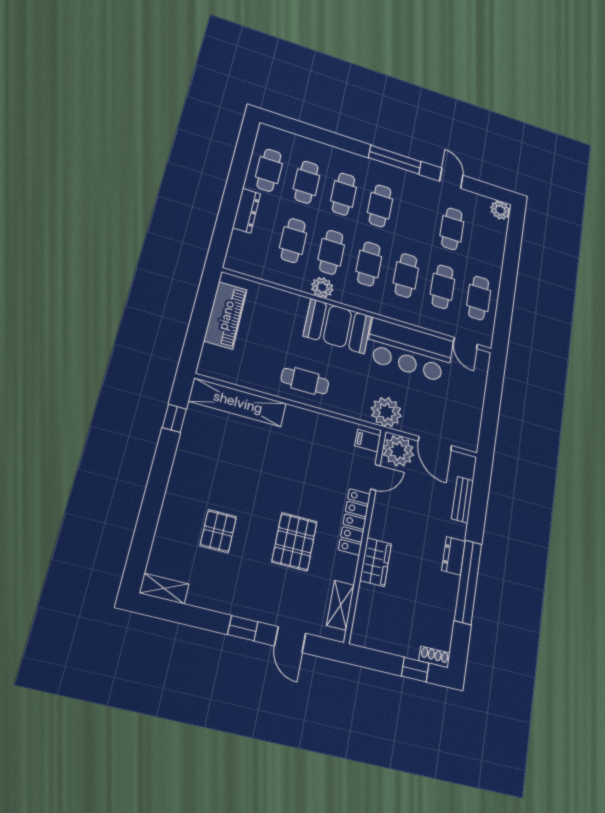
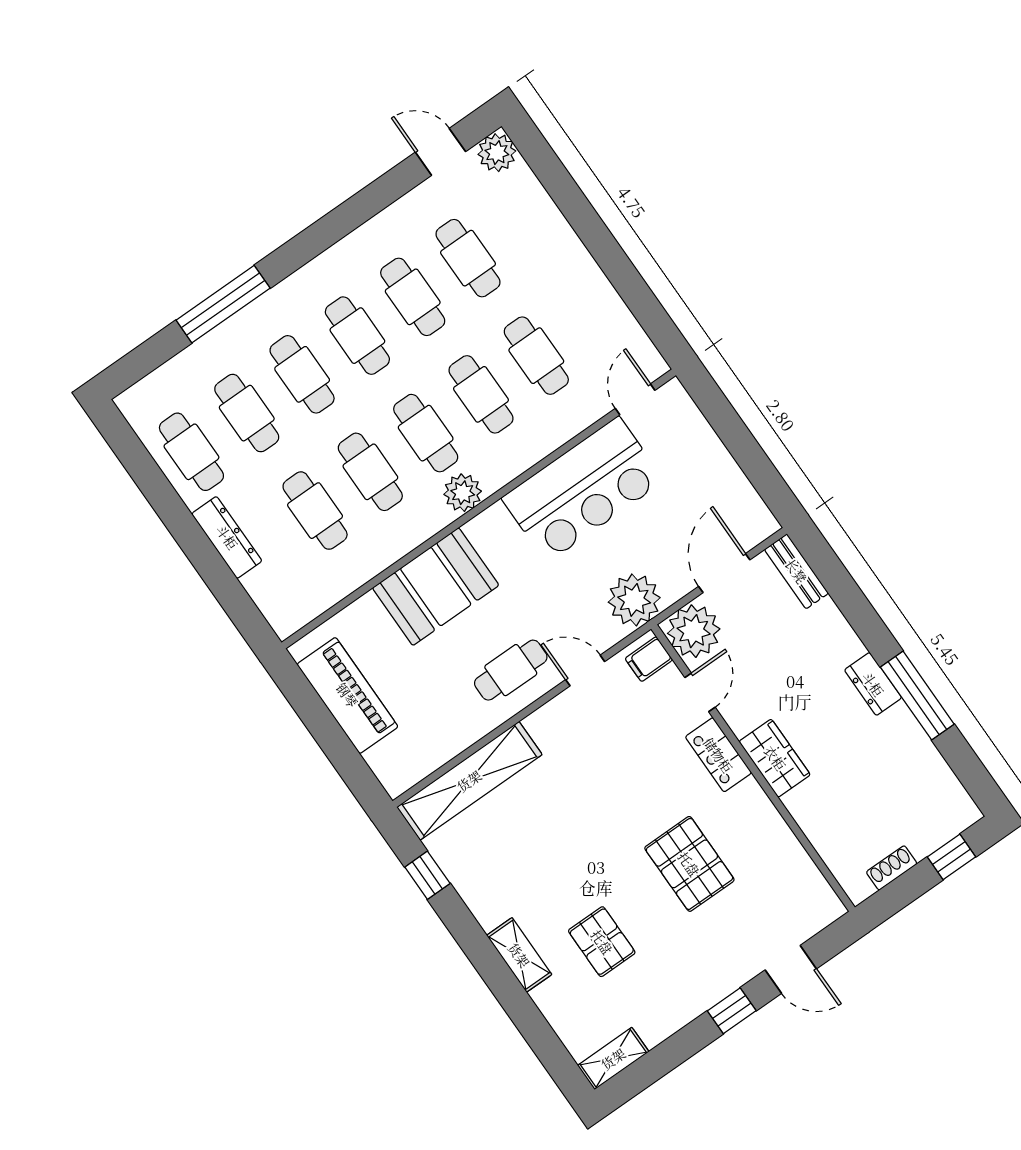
window: (395, 160) -> (223, 304), moved
door: (451, 178) -> (440, 152), moved
plant: (322, 287) -> (463, 493), moved
cafe table: (479, 298) -> (413, 297), moved
booth: (338, 326) -> (436, 587), moved
door: (465, 343) -> (635, 399), swing flipped
door: (336, 415) -> (585, 671), added
door: (435, 443) -> (724, 573), swing flipped
bench: (463, 500) -> (796, 571), moved
locker: (354, 522) -> (718, 755), width x0.66
wardrobe: (376, 562) -> (775, 758), moved
window: (468, 582) -> (917, 696), width x0.68
shelving: (340, 605) -> (519, 955), moved
shoe rack: (434, 657) -> (892, 868), moved

